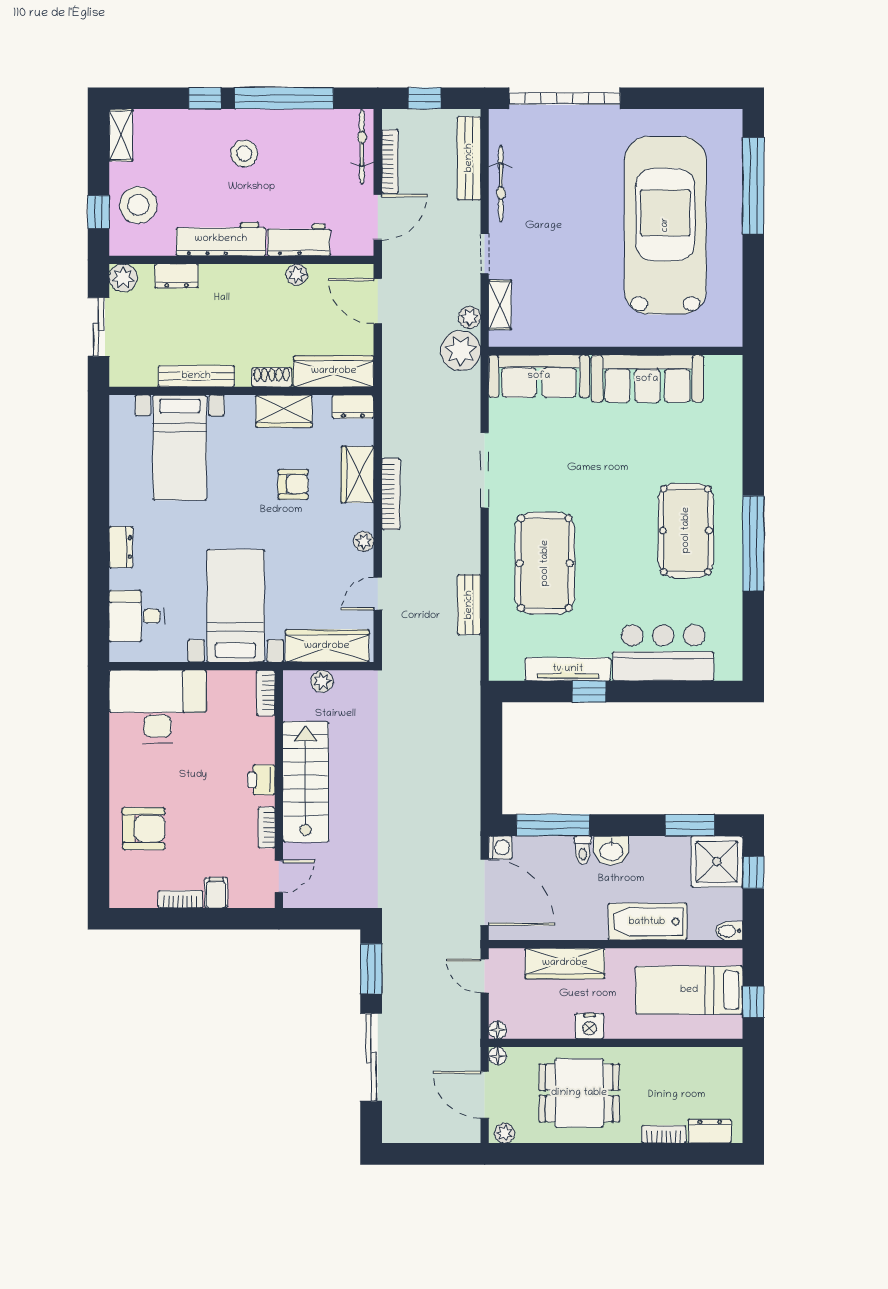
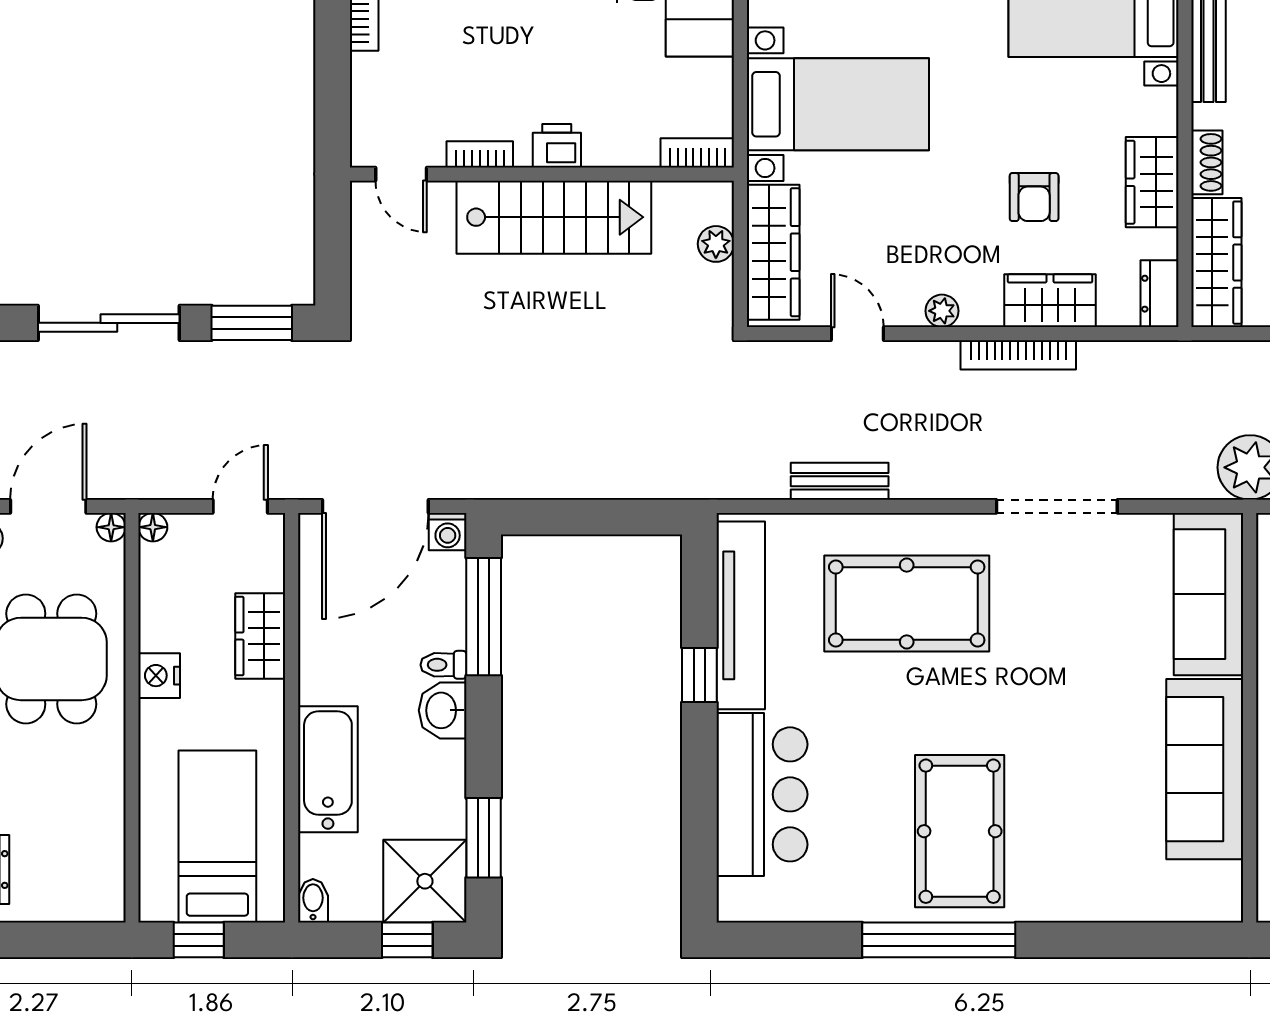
pool table: (686, 530) -> (960, 831), turned 90
tv unit: (568, 669) -> (741, 615), width x1.36, depth x1.29
filing cabinet: (216, 893) -> (375, 73), removed
wardrobe: (565, 963) -> (260, 636), width x0.67

